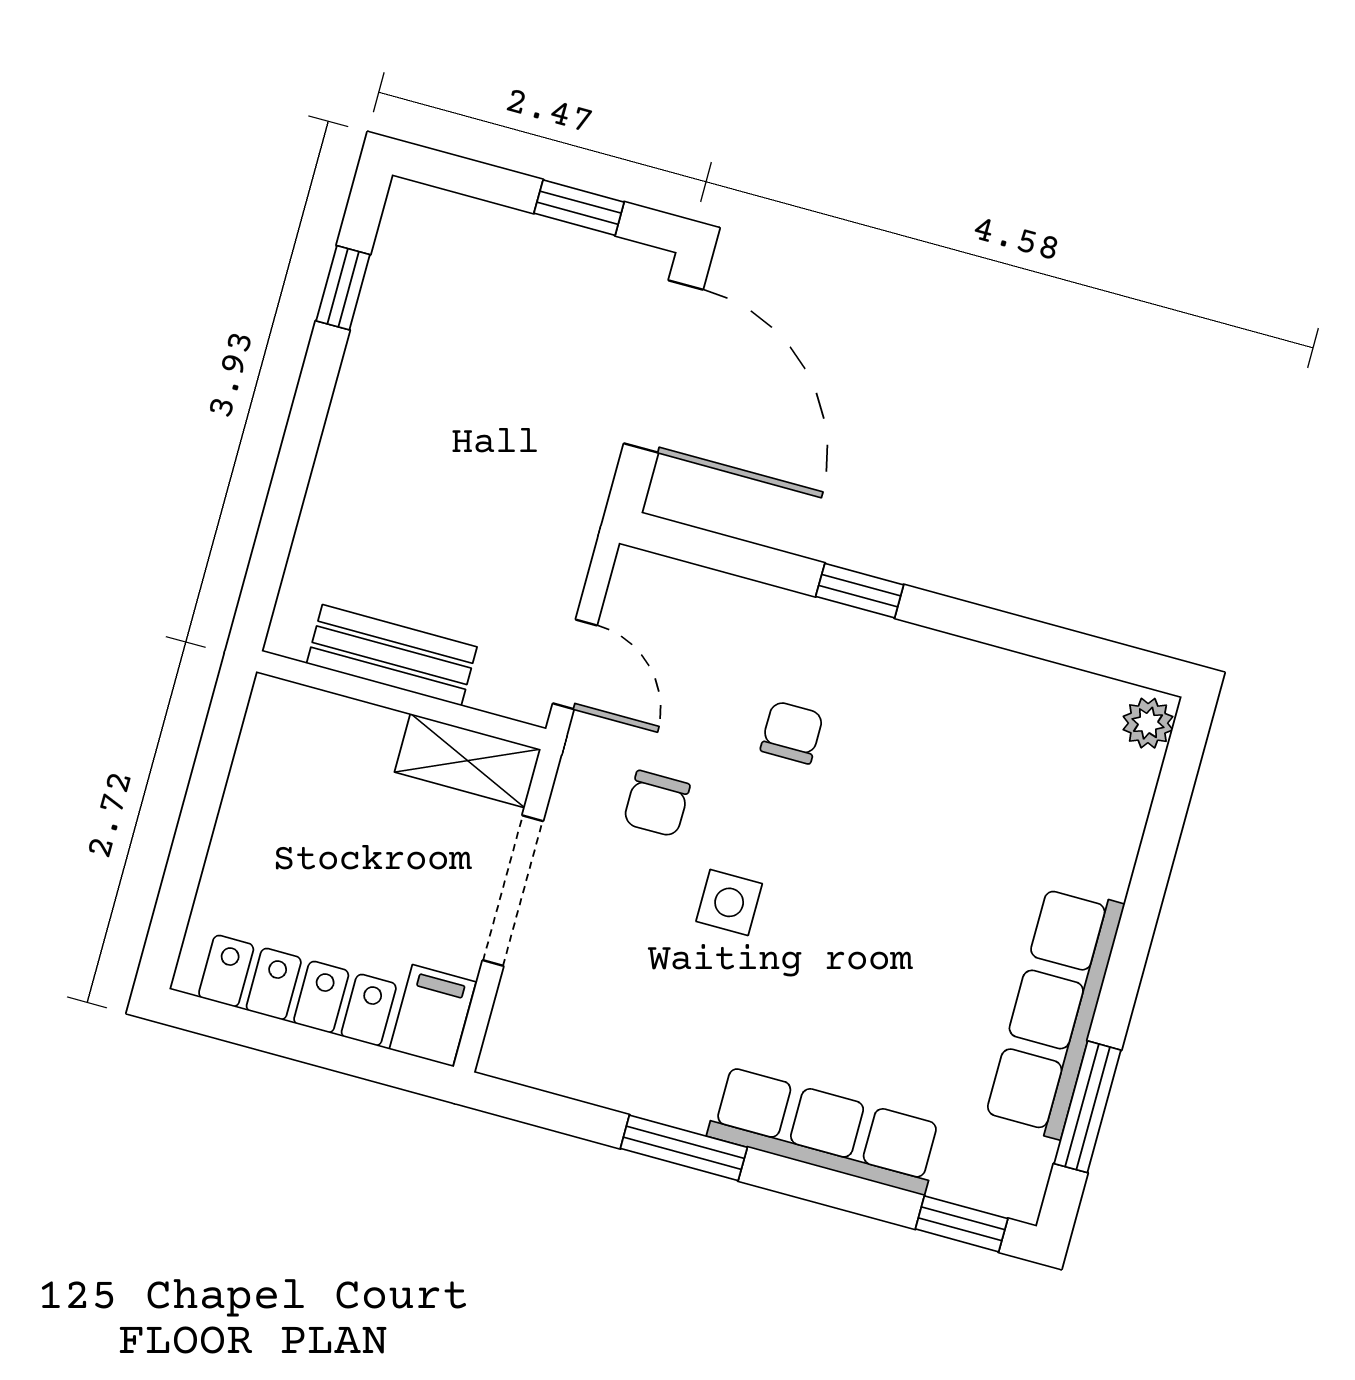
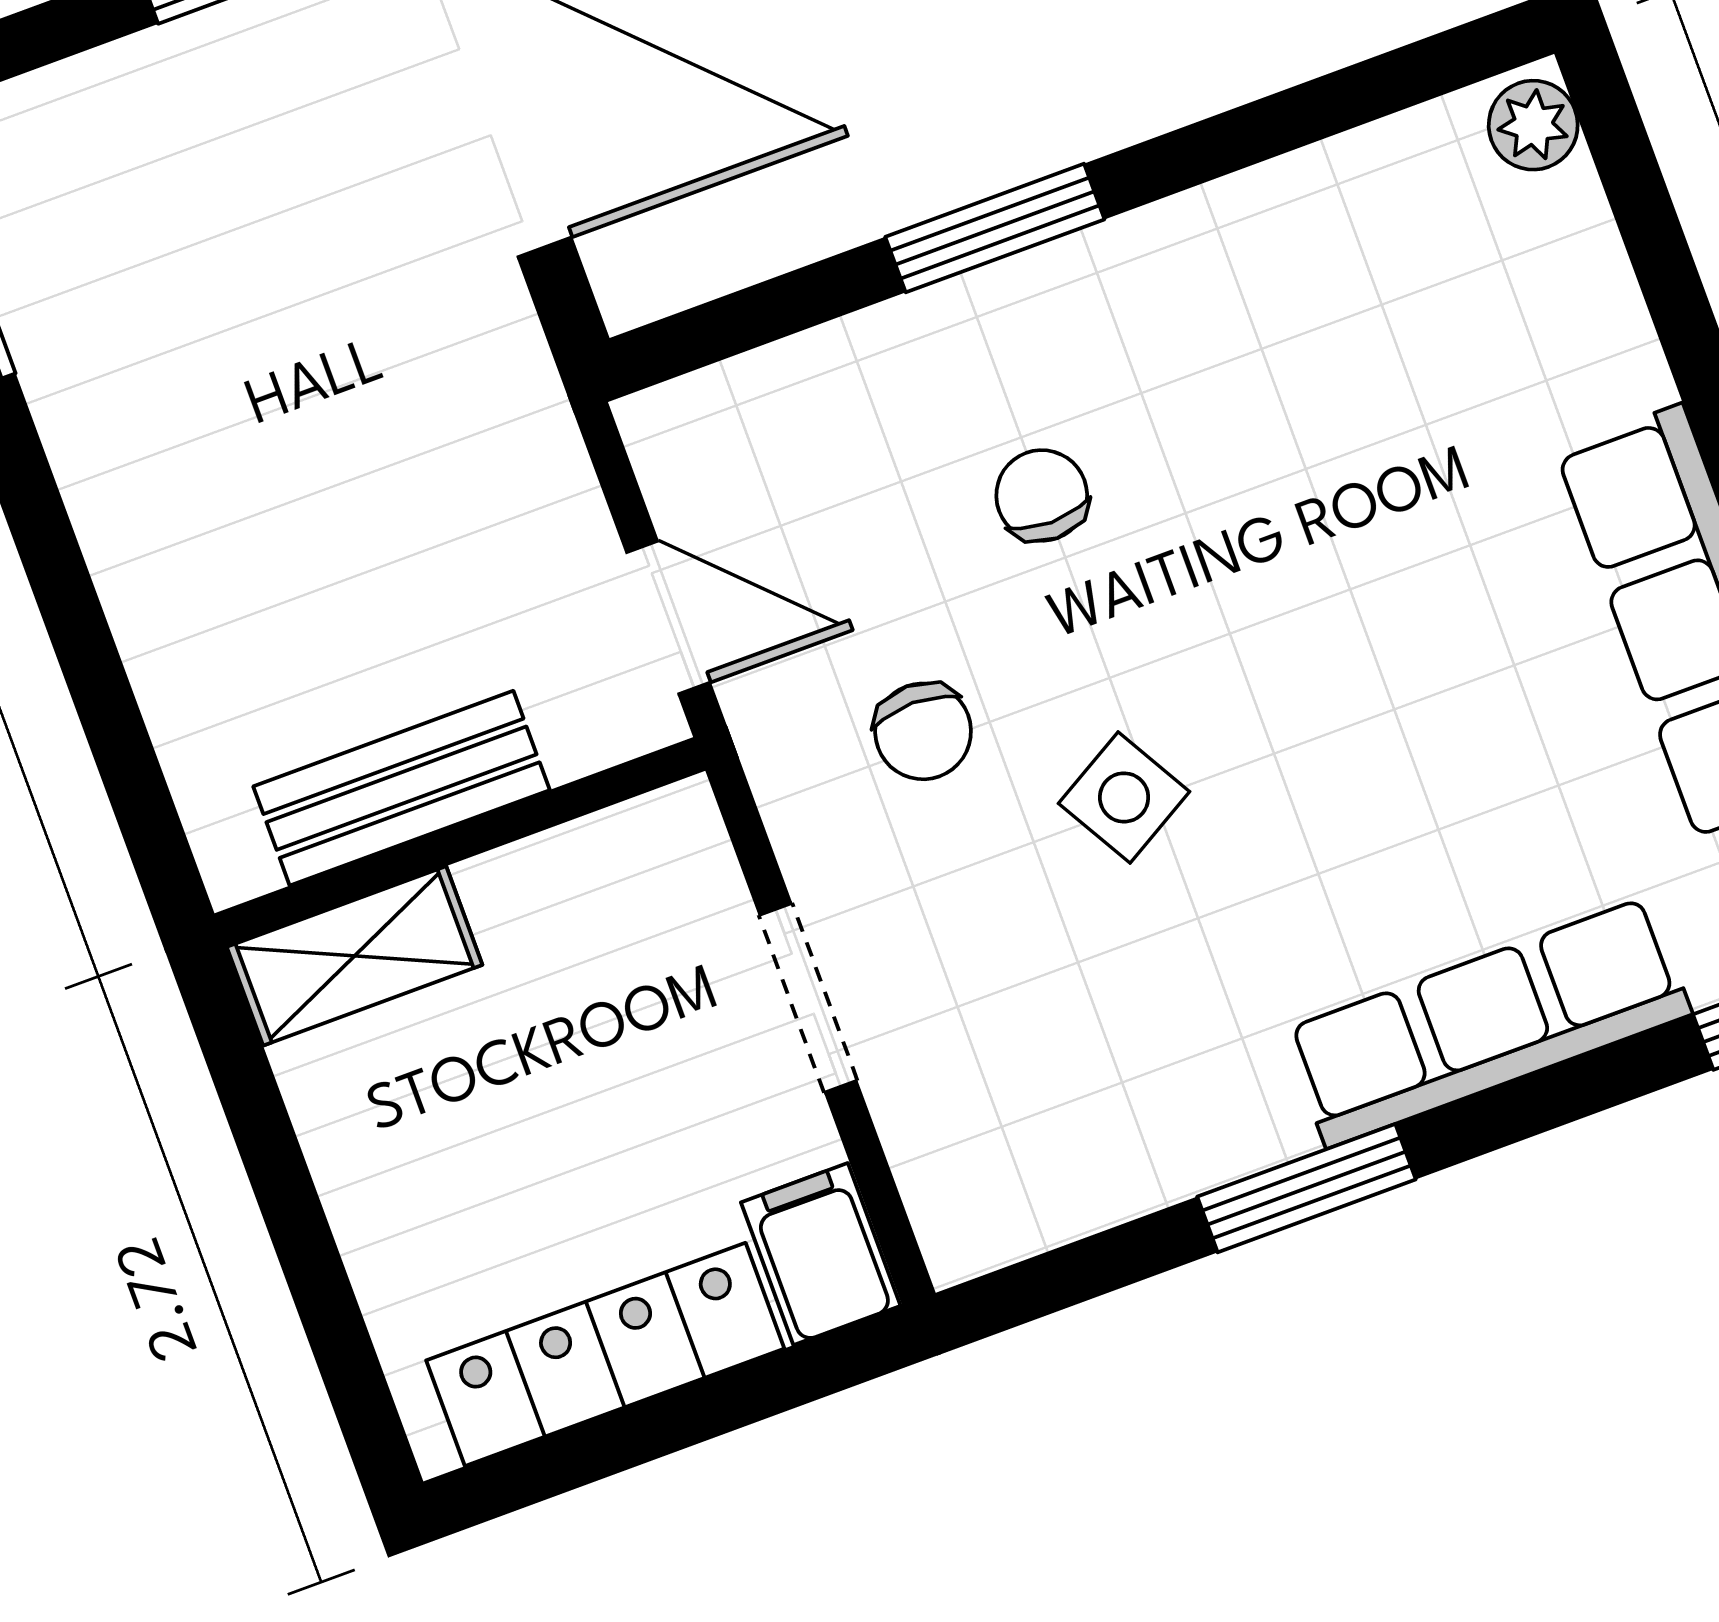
window: (860, 591) -> (995, 228), width x1.50
shelving: (468, 761) -> (355, 956), moved
doorway: (513, 891) -> (808, 998), width x0.73
side table: (729, 902) -> (1124, 797), turned -30

